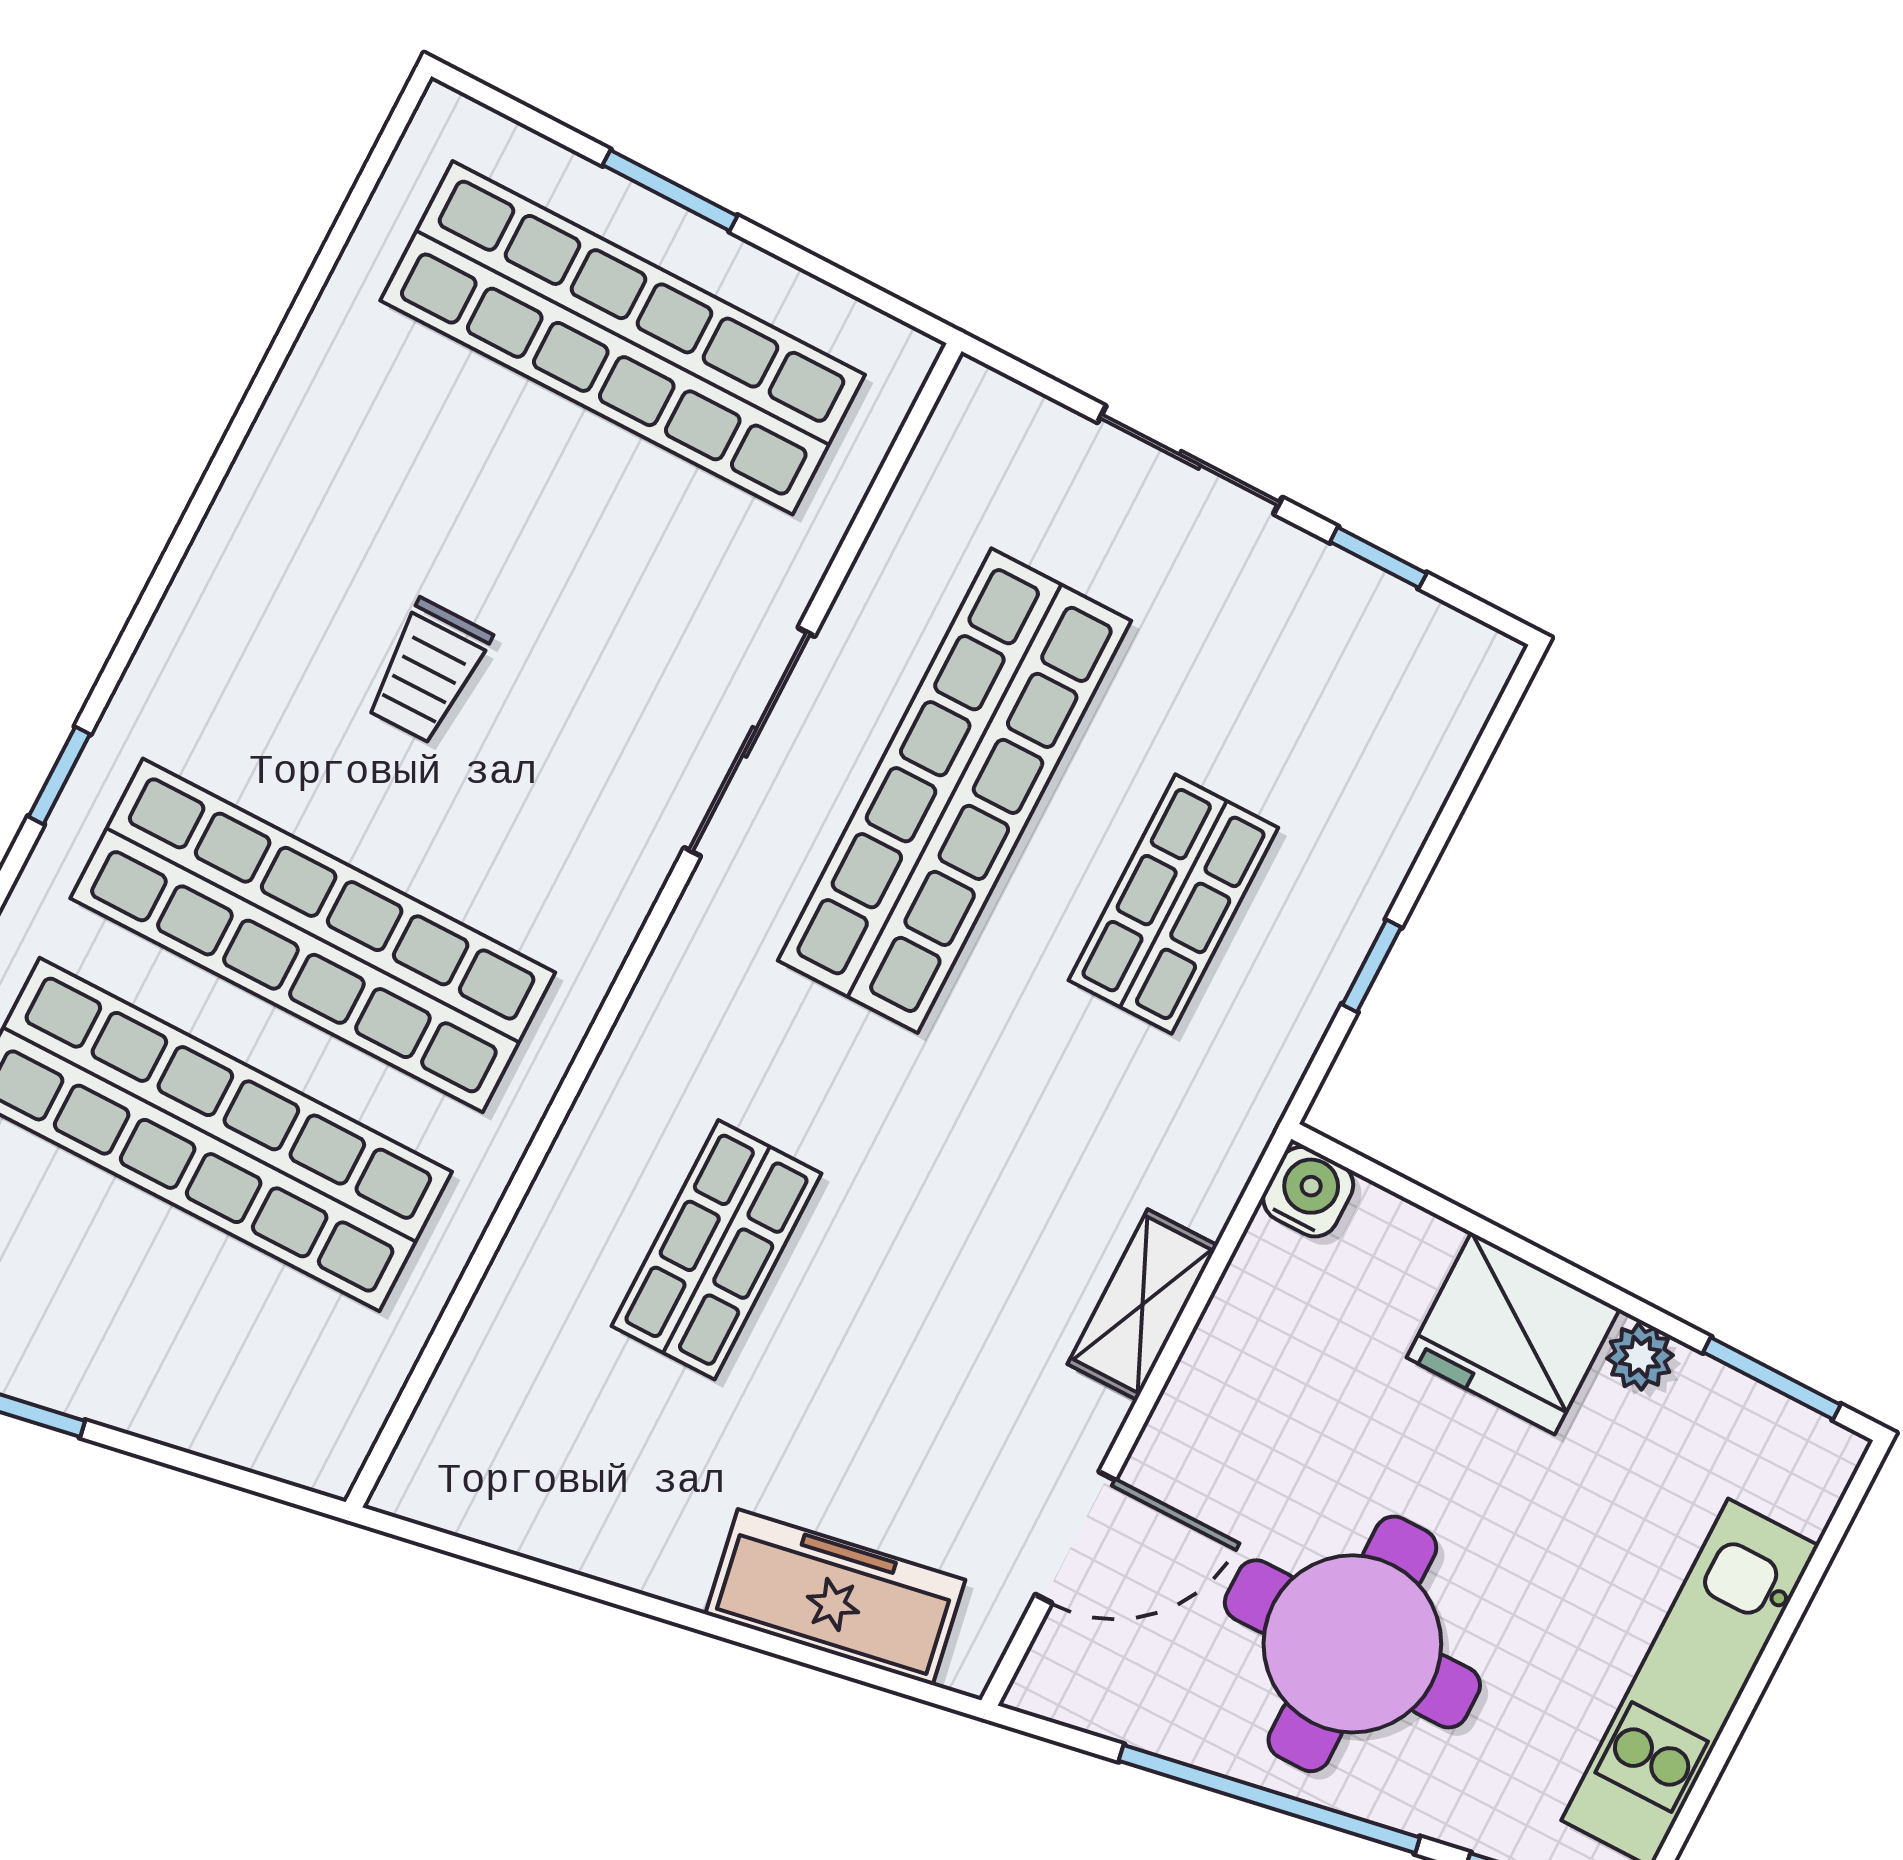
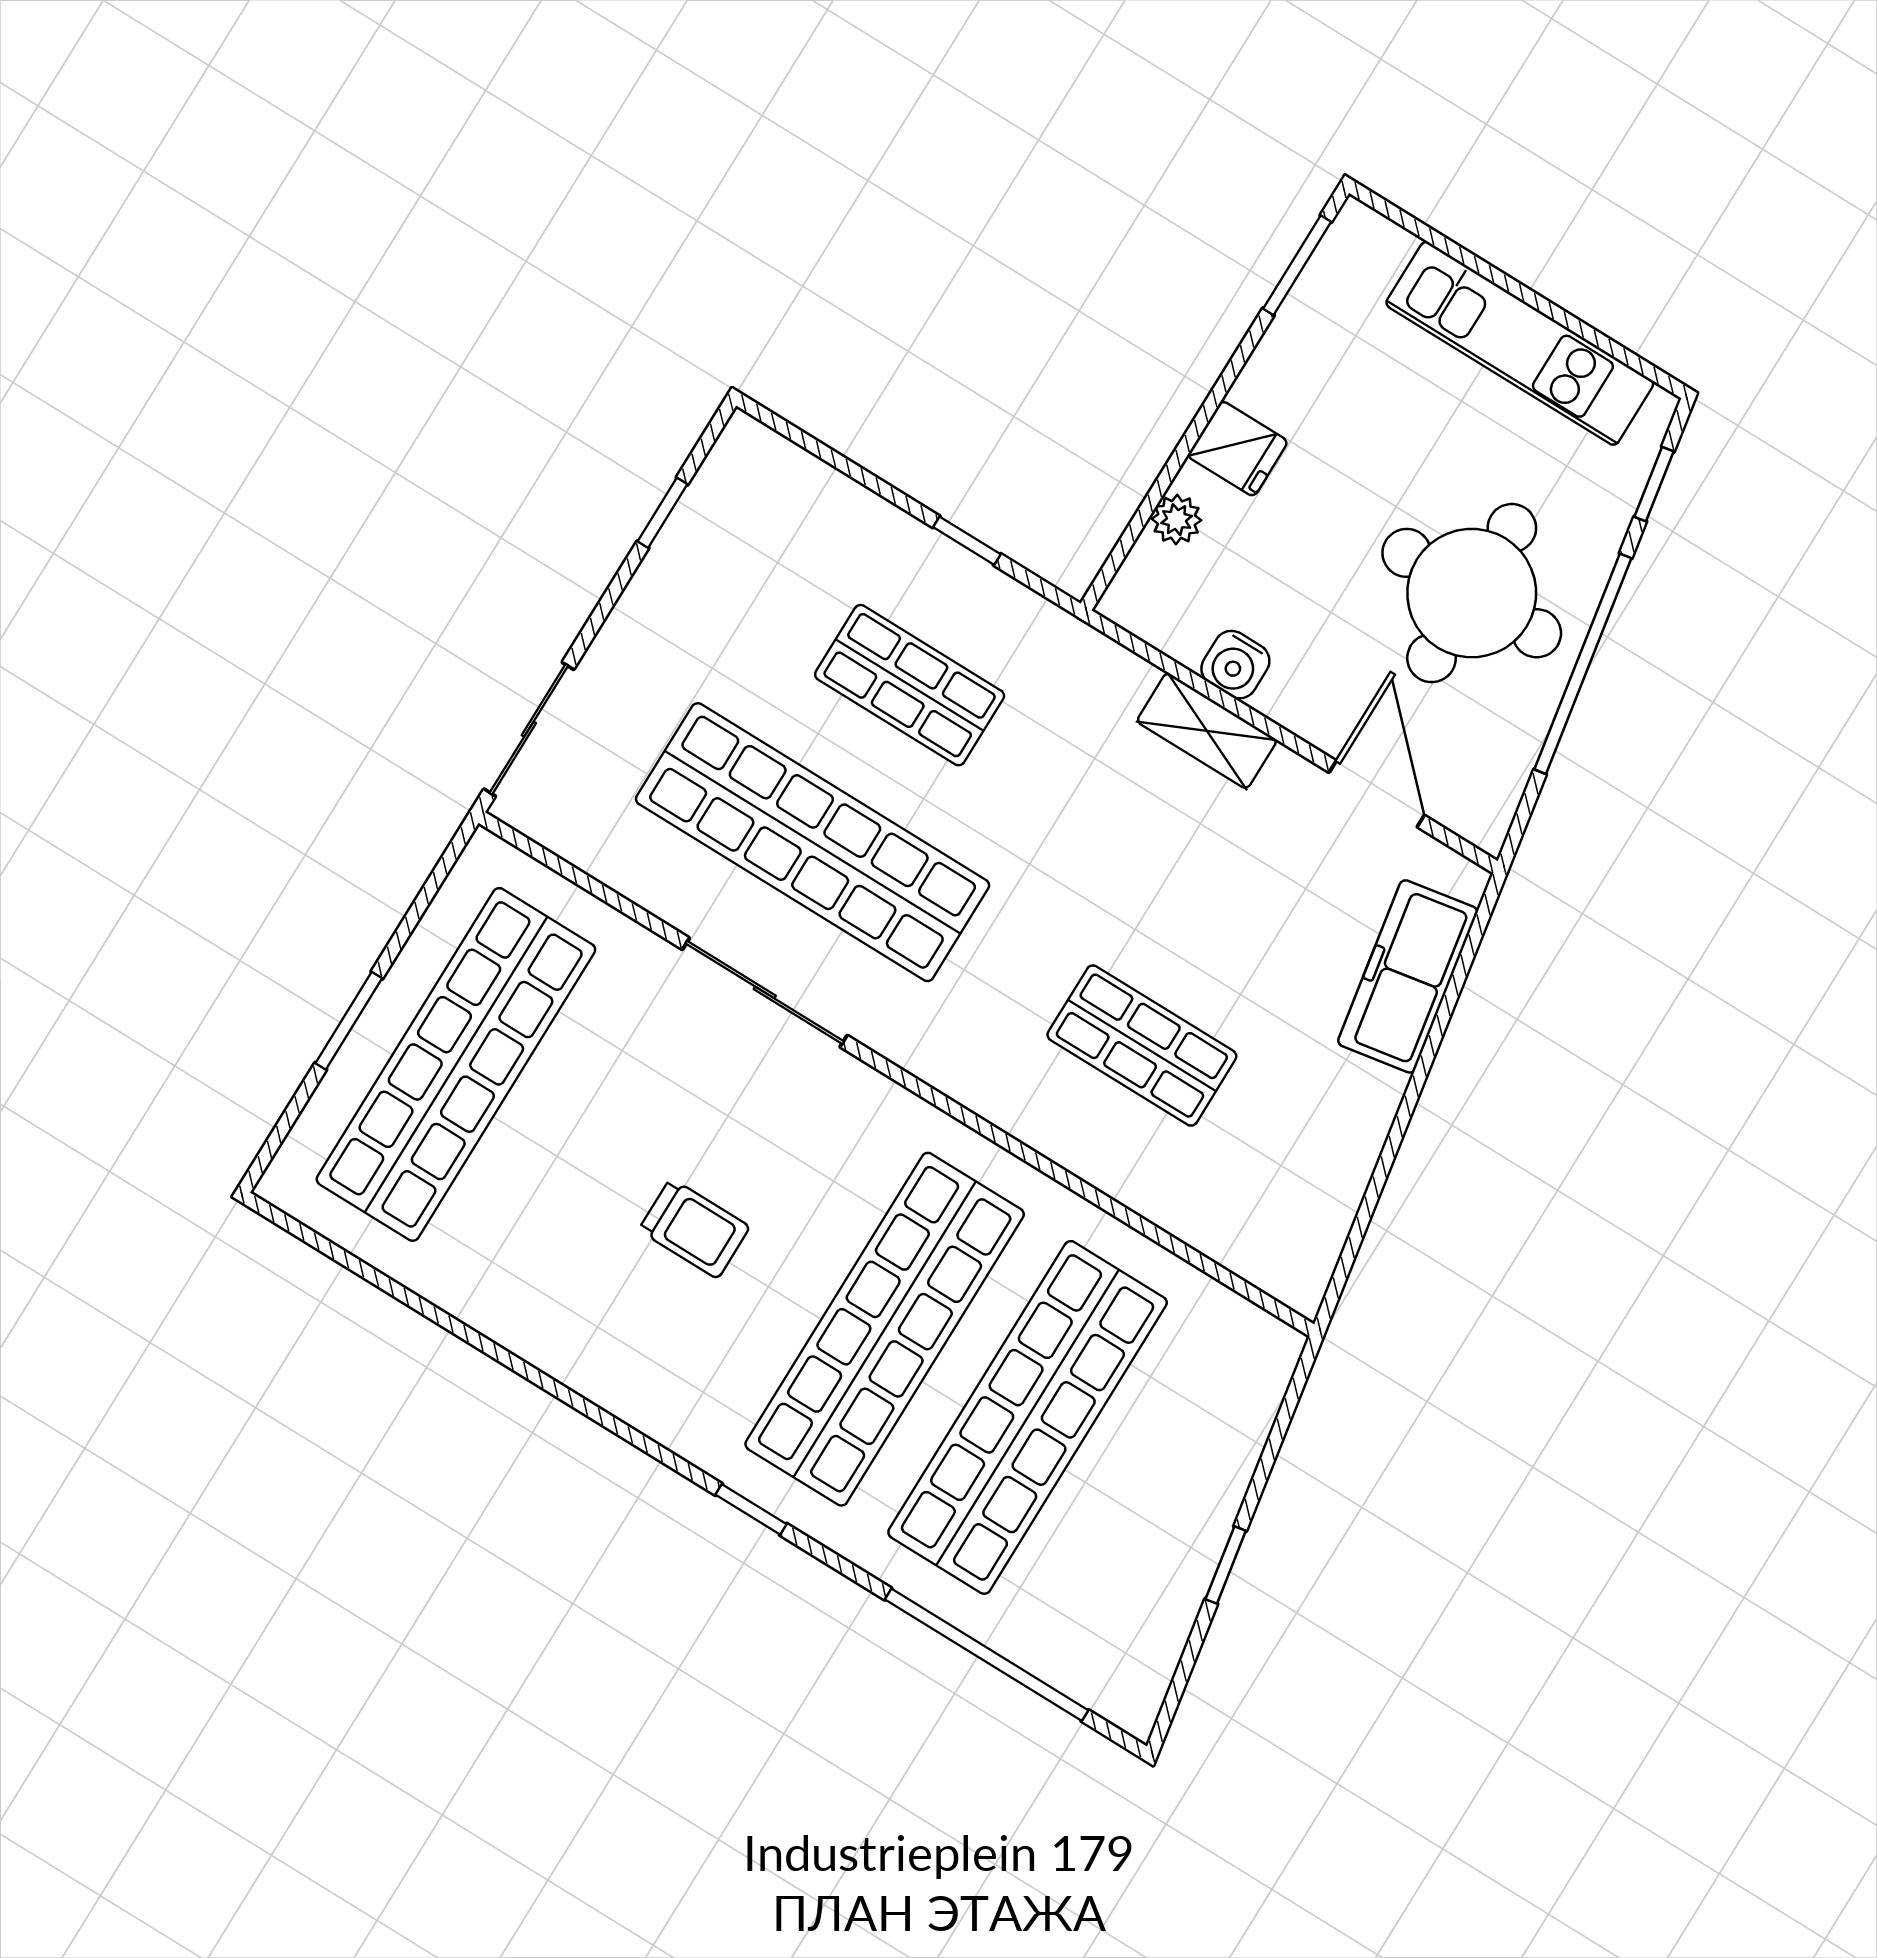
sliding door: (1190, 460) -> (529, 729), moved
water cooler: (1308, 1192) -> (1235, 665), moved, turned -90
fridge: (1513, 1333) -> (1238, 449), width x0.53, depth x0.75
plant: (1640, 1357) -> (1177, 520), moved

